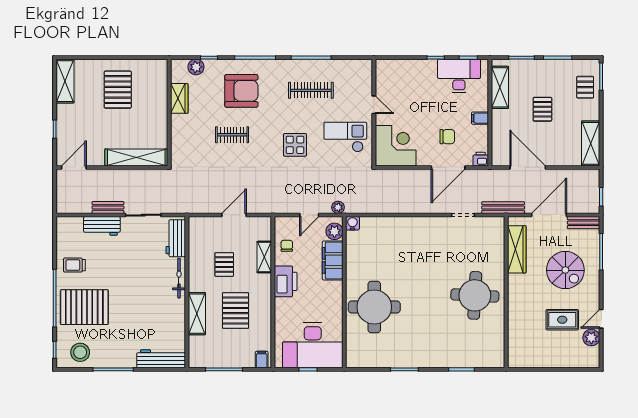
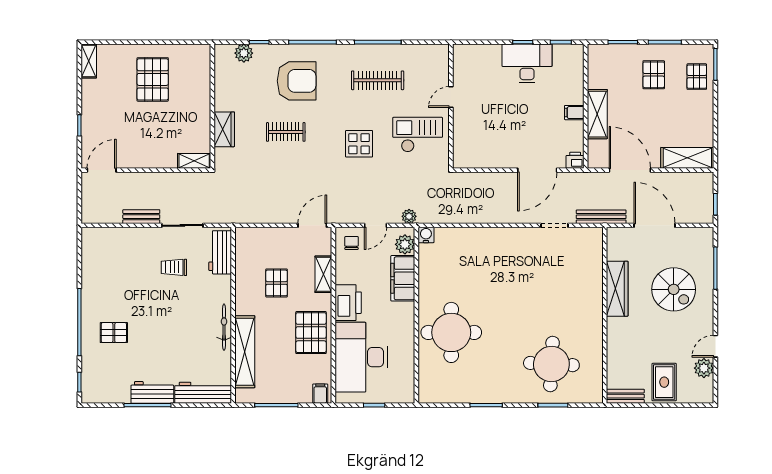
desk: (459, 76) -> (527, 63), moved
shelving: (65, 81) -> (89, 61), width x0.67, depth x0.75
shelving: (500, 87) -> (597, 114), moved
wardrobe: (179, 98) -> (224, 129), moved
door: (374, 105) -> (451, 97), swing flipped
pallet: (542, 109) -> (654, 75), moved
chair: (447, 137) -> (536, 134), removed
shelving: (591, 143) -> (687, 158), moved, turned 90
corner desk: (396, 146) -> (476, 145), removed
shelving: (136, 157) -> (194, 161), width x0.45, depth x0.75
door: (234, 215) -> (312, 225), moved
door: (549, 215) -> (655, 225), hinge flipped
bench: (584, 223) -> (625, 396), moved
workbench: (102, 226) -> (152, 392), moved, turned 180
chair: (287, 246) -> (352, 243), moved
wardrobe: (517, 249) -> (617, 289), moved
trolley: (74, 265) -> (174, 267), moved
bicycle: (179, 278) -> (224, 327), moved
round table: (475, 295) -> (551, 364), moved
pallet: (84, 307) -> (114, 333), width x0.49, depth x0.50
pallet: (236, 311) -> (311, 333), moved
shelving: (197, 314) -> (245, 352), width x1.47
rug: (562, 320) -> (664, 382), moved, turned 90
desk: (313, 345) -> (361, 357), moved, turned 90
stool: (80, 352) -> (109, 385), removed

